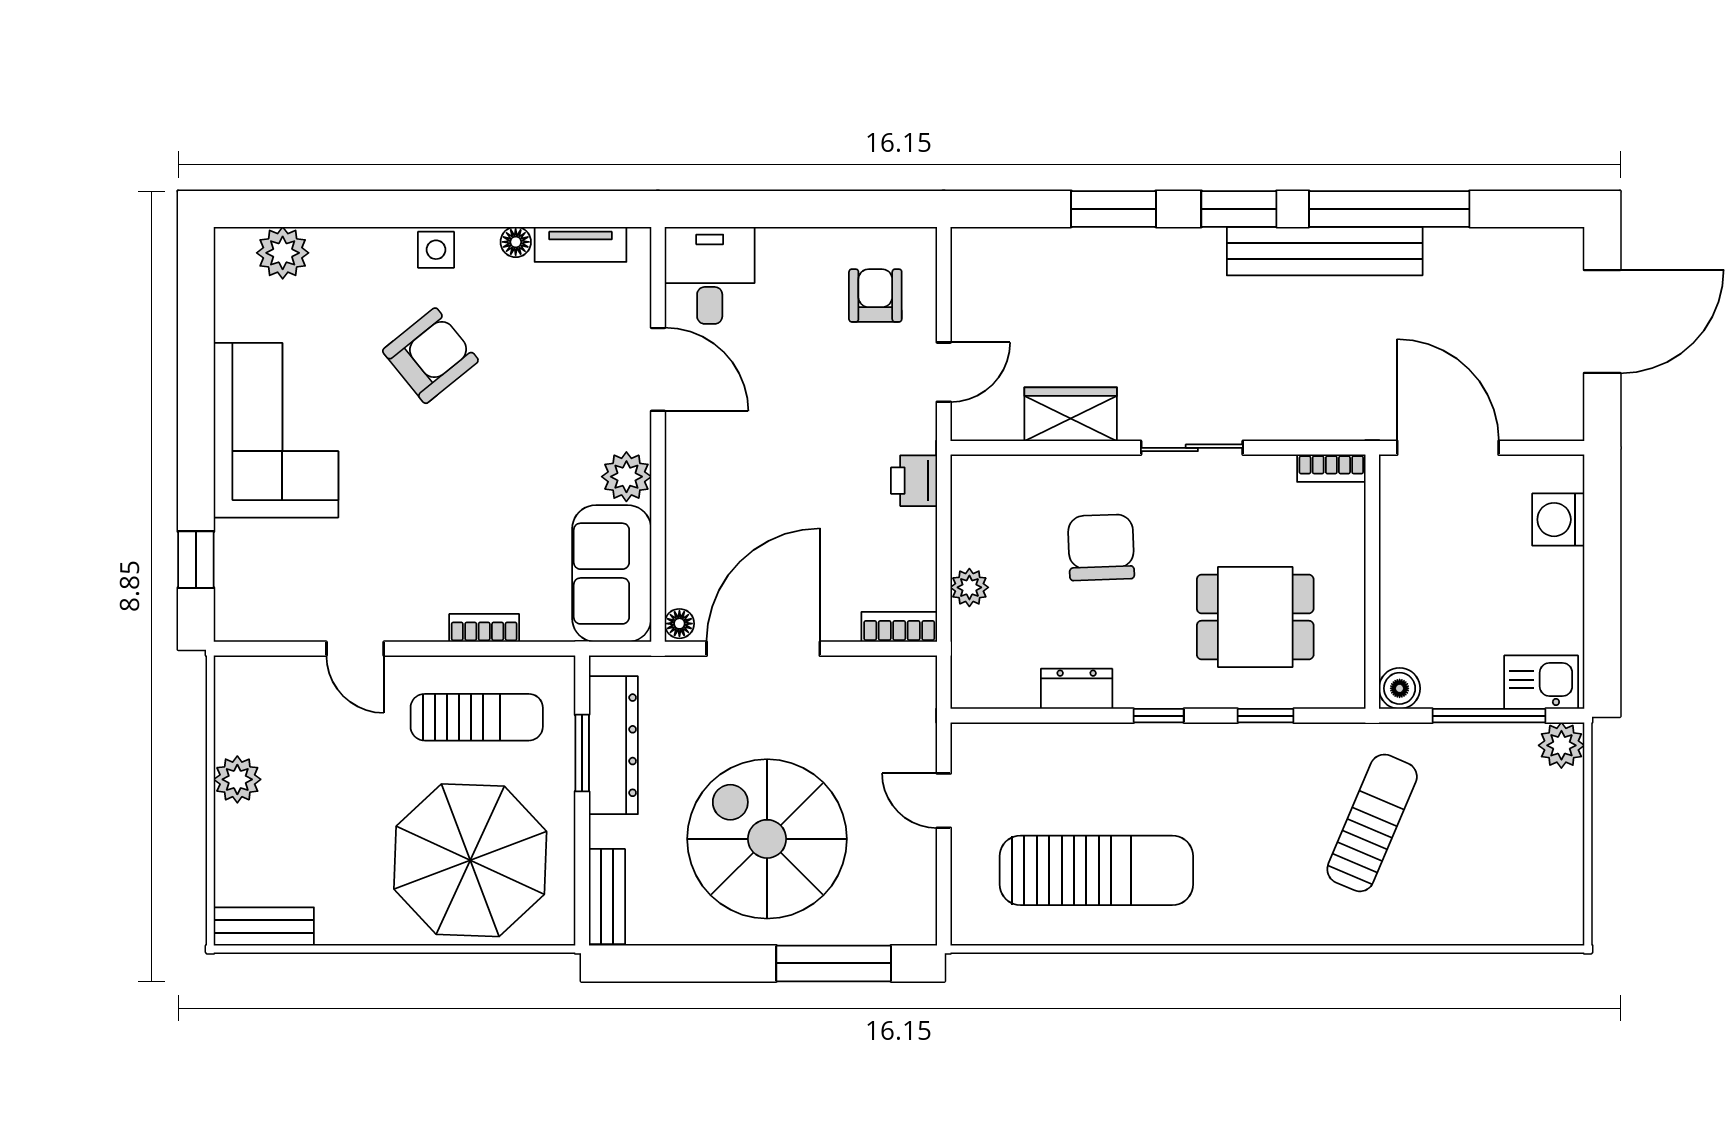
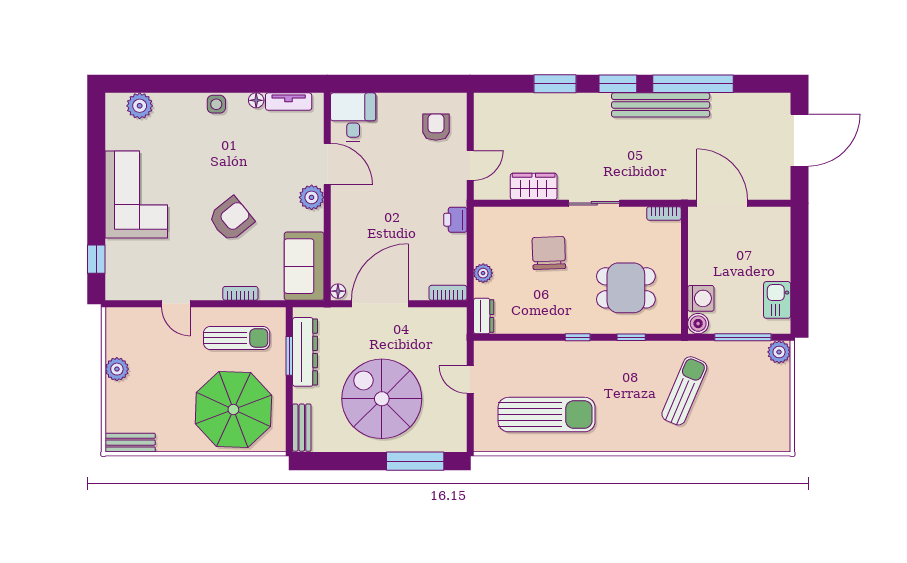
armchair: (430, 356) -> (231, 219), moved
plant: (626, 477) -> (312, 197), moved
washing machine: (1558, 520) -> (701, 298), moved, turned 180
kitchen sink: (1541, 682) -> (777, 300), moved, turned -90
dresser: (1077, 689) -> (484, 316), moved, turned 90

